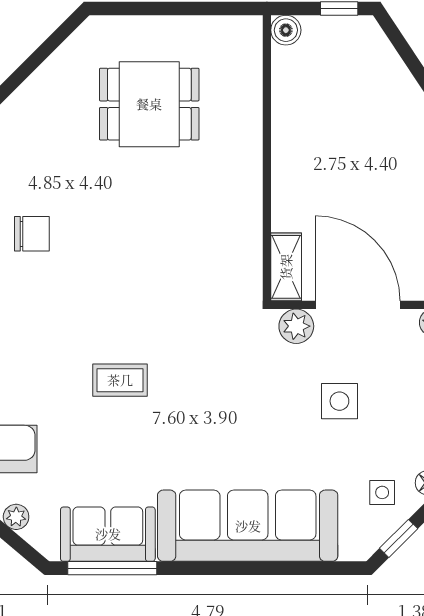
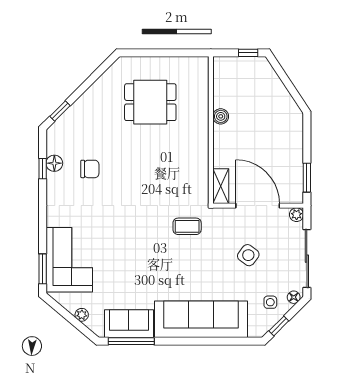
boiler: (286, 30) -> (221, 116), moved
plant: (296, 326) -> (226, 217), removed
coffee table: (120, 380) -> (187, 226), moved
side table: (339, 401) -> (248, 255), turned 37

